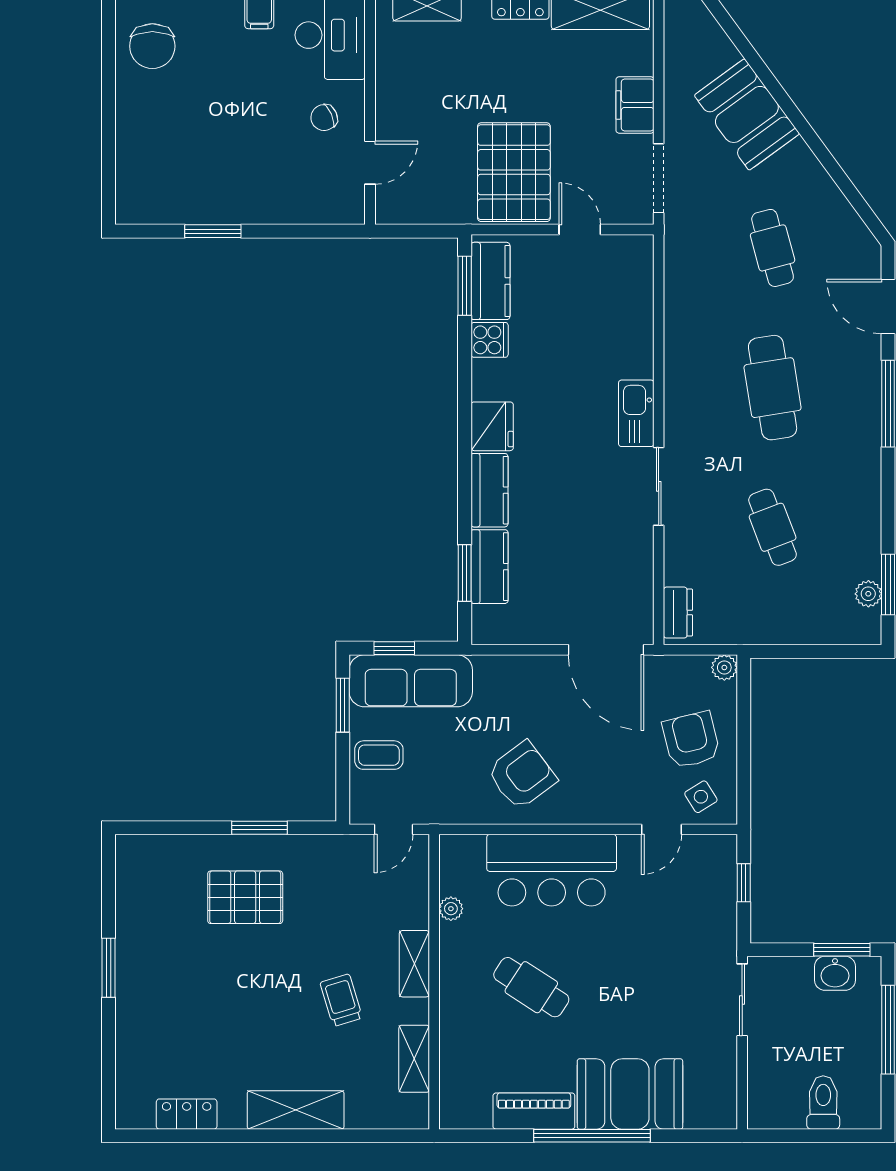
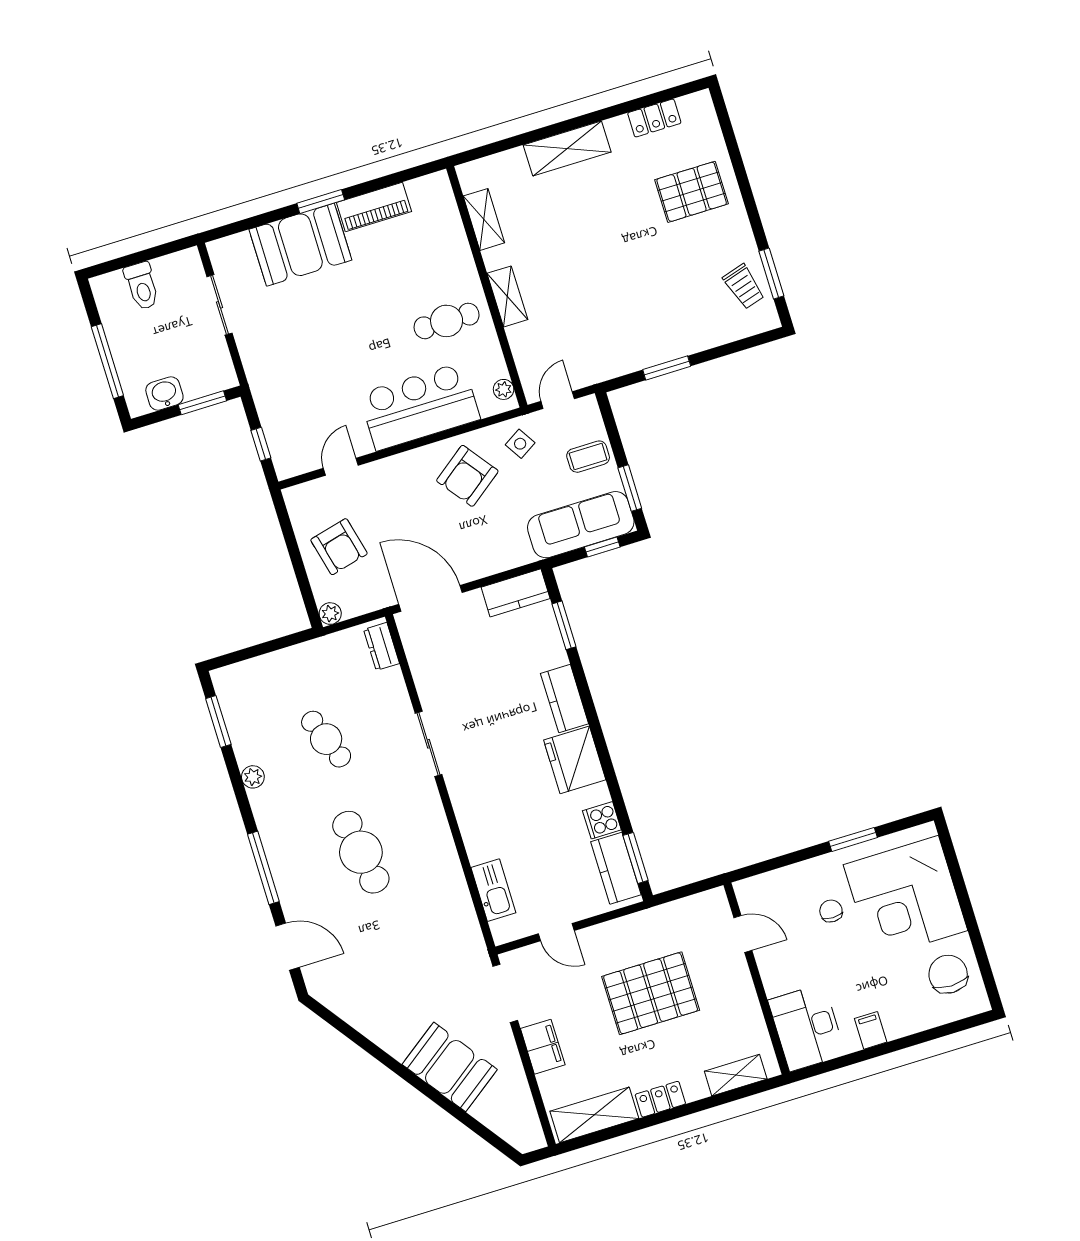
chair: (324, 118) -> (831, 911), moved, turned -66
corner desk: (174, 147) -> (905, 898), added
door: (370, 163) -> (743, 934), swing flipped
pallet: (514, 172) -> (651, 993), moved, turned 90
cafe table: (773, 248) -> (396, 965), removed
kitchen sink: (636, 413) -> (493, 890), moved
fridge: (492, 426) -> (575, 760), width x1.36, depth x1.34
kitchen counter: (490, 567) -> (516, 593), moved, turned -90
plant: (868, 594) -> (253, 777), moved
side table: (701, 797) -> (520, 444), moved
pallet: (245, 897) -> (692, 192), moved
plant: (451, 909) -> (504, 389), moved
window: (842, 950) -> (202, 403), moved
window: (109, 968) -> (771, 274), moved
cafe table: (531, 987) -> (447, 321), moved, turned -33
trolley: (341, 1000) -> (744, 287), moved
sliding door: (742, 1000) -> (219, 305), moved
window: (592, 1136) -> (321, 201), width x0.47

